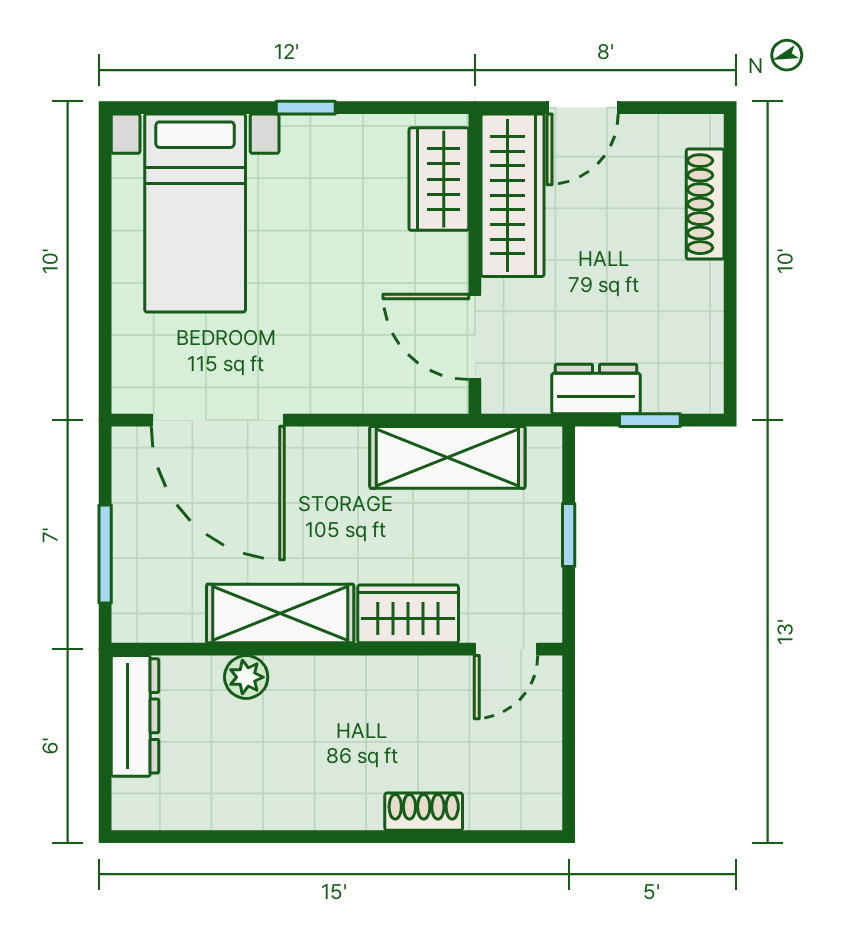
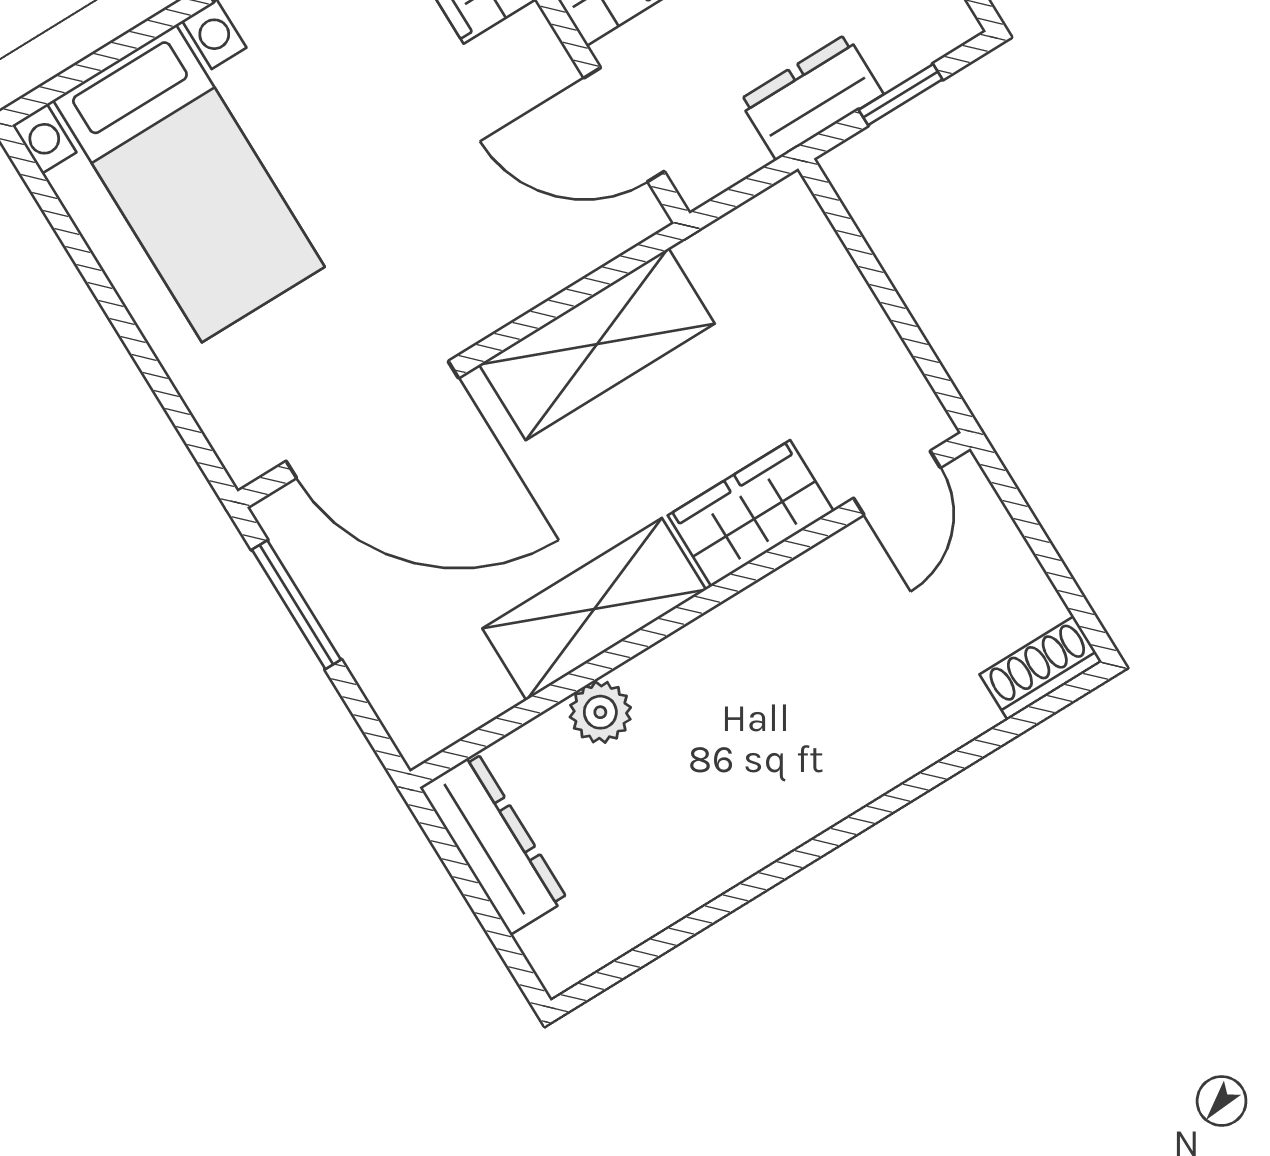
shelving: (447, 457) -> (597, 344), moved
window: (569, 535) -> (888, 296), removed
window: (105, 554) -> (296, 605), moved
shoe rack: (424, 812) -> (1041, 668), moved

